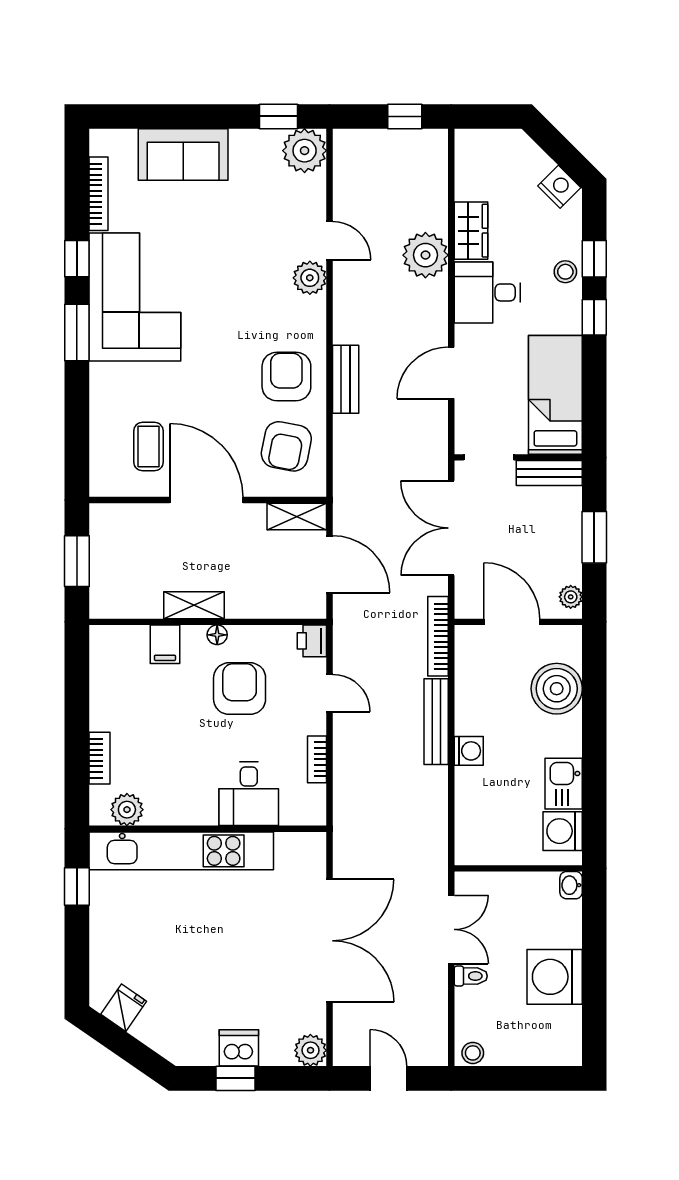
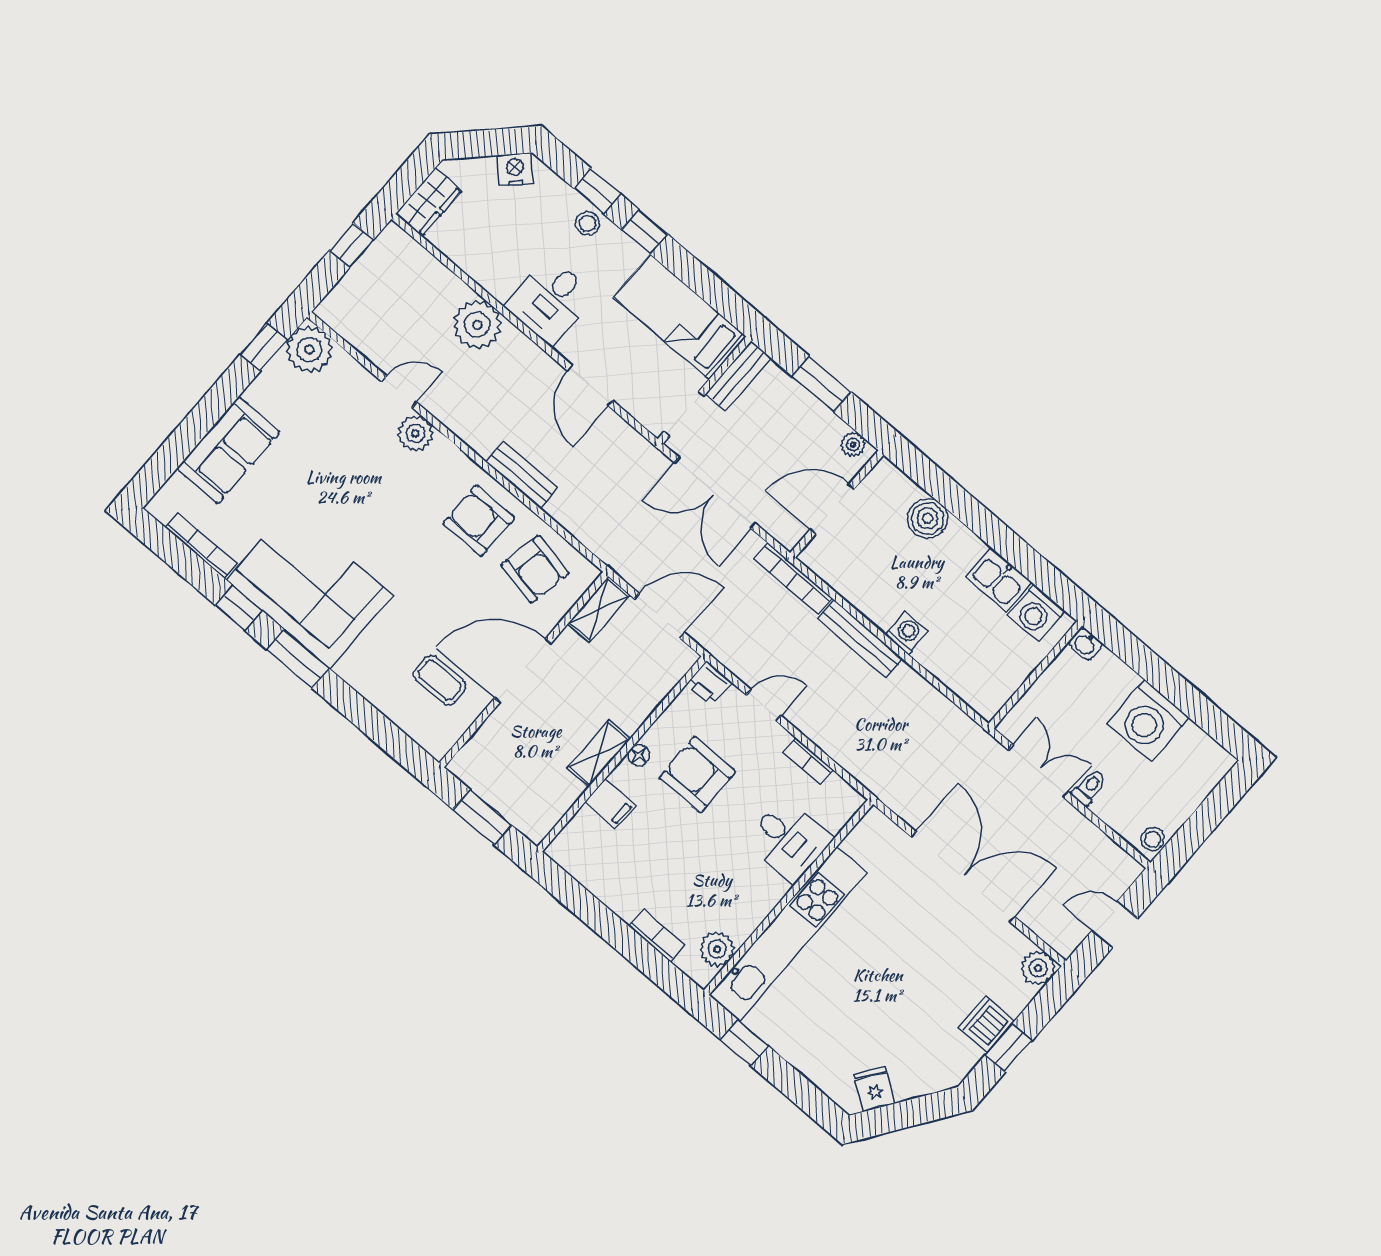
wardrobe: (471, 231) -> (429, 202), moved, turned 90
boiler: (557, 689) -> (928, 518), width x0.73, depth x0.73

